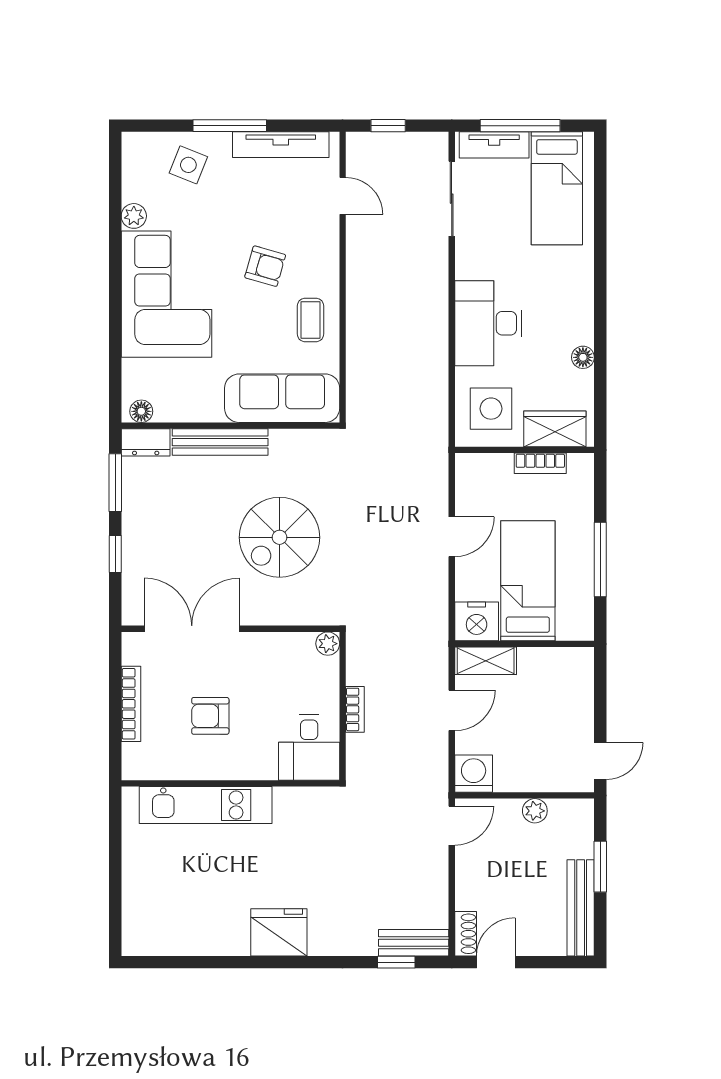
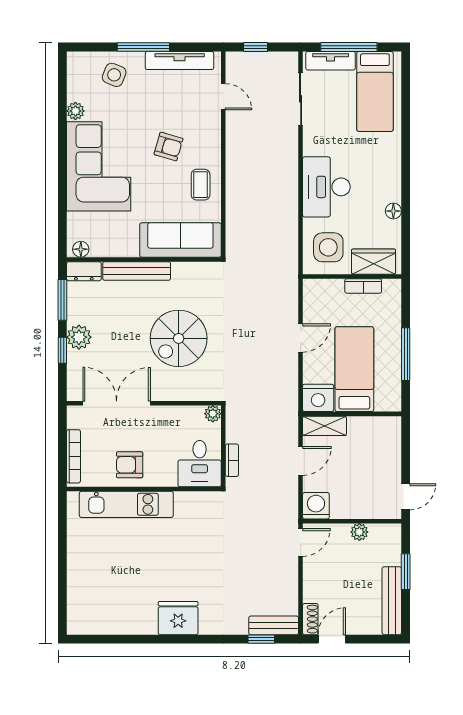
plant: (139, 536) -> (79, 337), added
desk: (309, 747) -> (200, 464), moved
wall: (230, 783) -> (144, 489), moved
kitchen unit: (206, 805) -> (126, 504), moved

